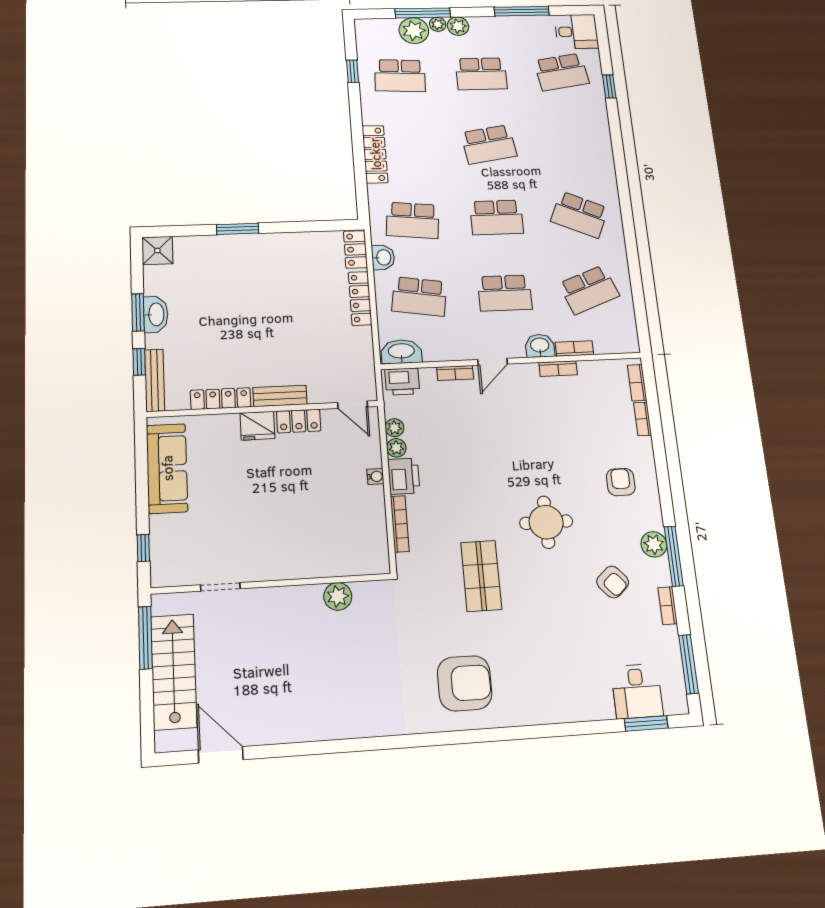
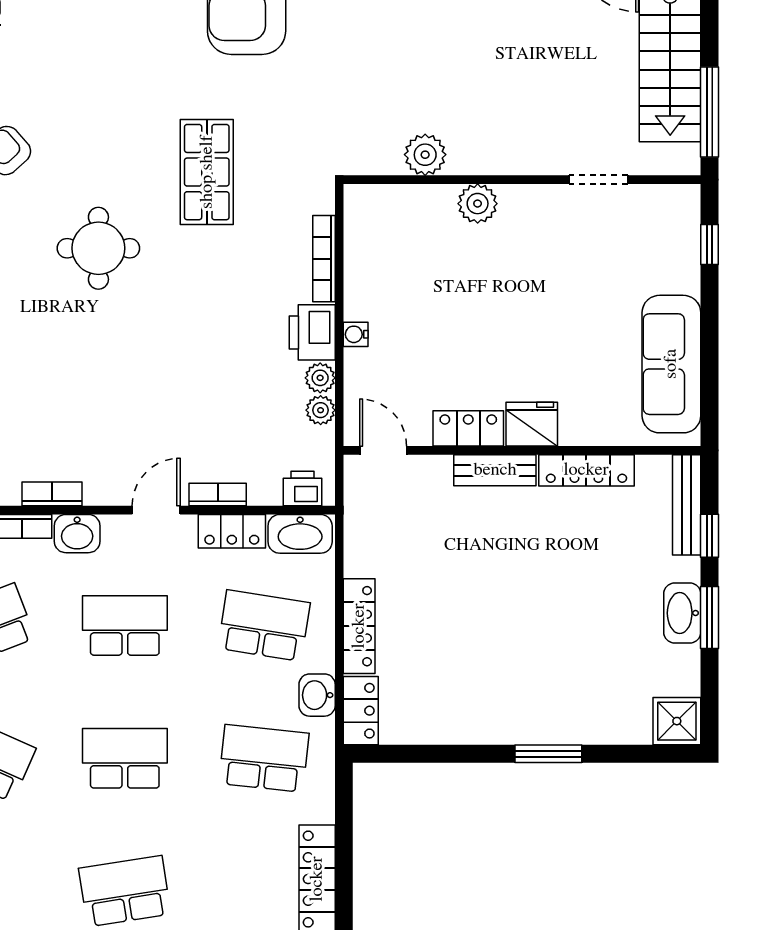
locker: (444, 351) -> (232, 531), added
printer: (402, 382) -> (303, 488), width x0.73, depth x0.81
plant: (301, 566) -> (478, 204), added

